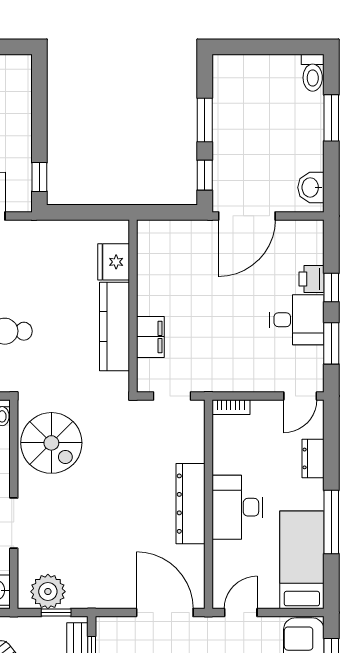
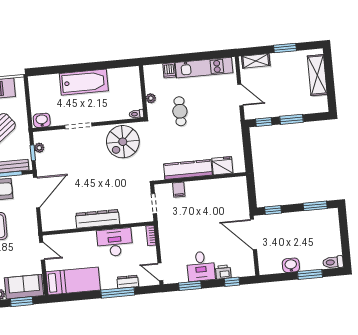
window: (205, 120) -> (315, 206), moved
window: (39, 125) -> (292, 119), added
washbasin: (311, 187) -> (291, 265), moved
window: (331, 288) -> (232, 282), moved
filing cabinet: (150, 337) -> (179, 190), width x0.50
desk: (237, 507) -> (115, 242), moved
window: (331, 522) -> (118, 293), moved
plant: (48, 592) -> (39, 148), width x0.53, depth x0.53
door: (165, 613) -> (37, 192), moved

